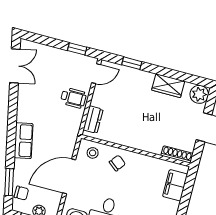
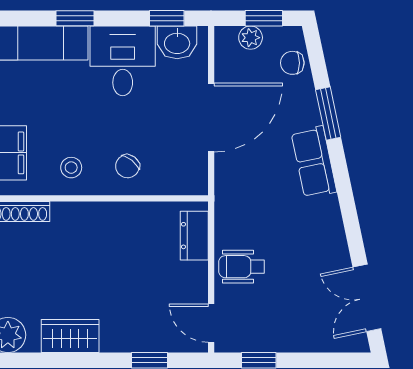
door: (96, 74) -> (211, 323), hinge flipped
stool: (93, 153) -> (71, 168), moved
window: (9, 182) -> (328, 114), moved

